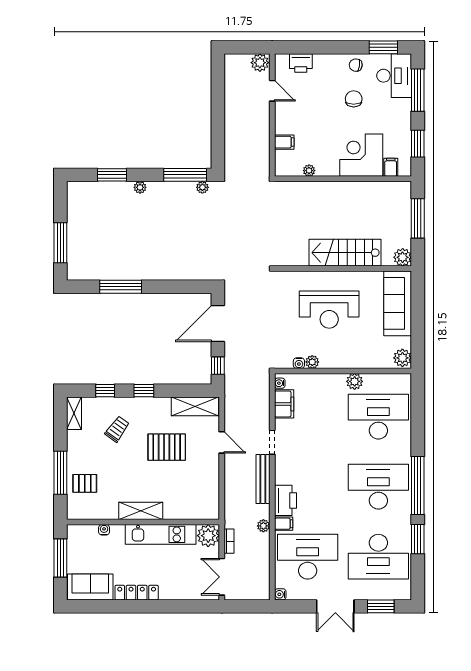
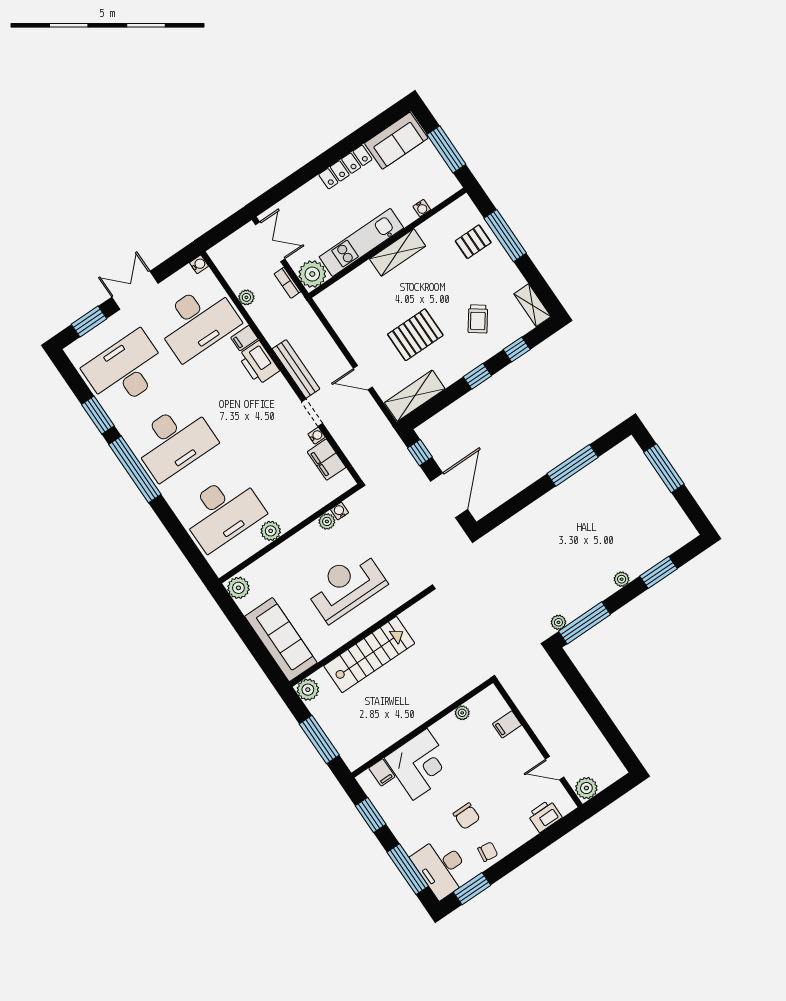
water cooler: (280, 383) -> (317, 436), moved
plant: (263, 526) -> (246, 297), moved

